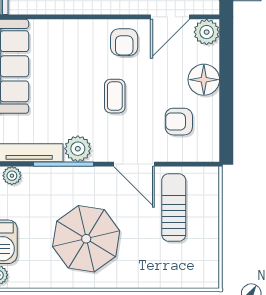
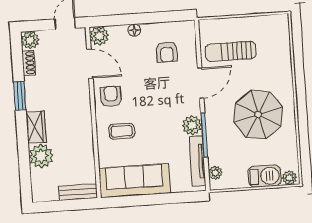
armchair: (124, 42) -> (111, 96), turned -90
floor lamp: (204, 80) -> (134, 30), width x0.53, depth x0.53
coffee table: (115, 96) -> (122, 131), moved

